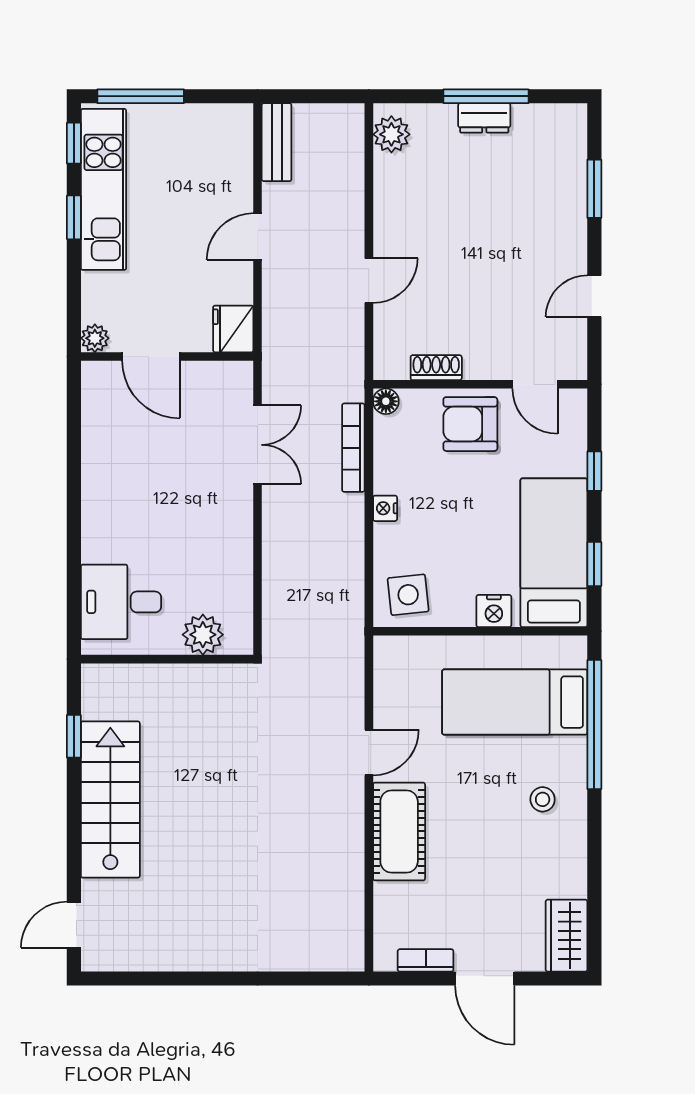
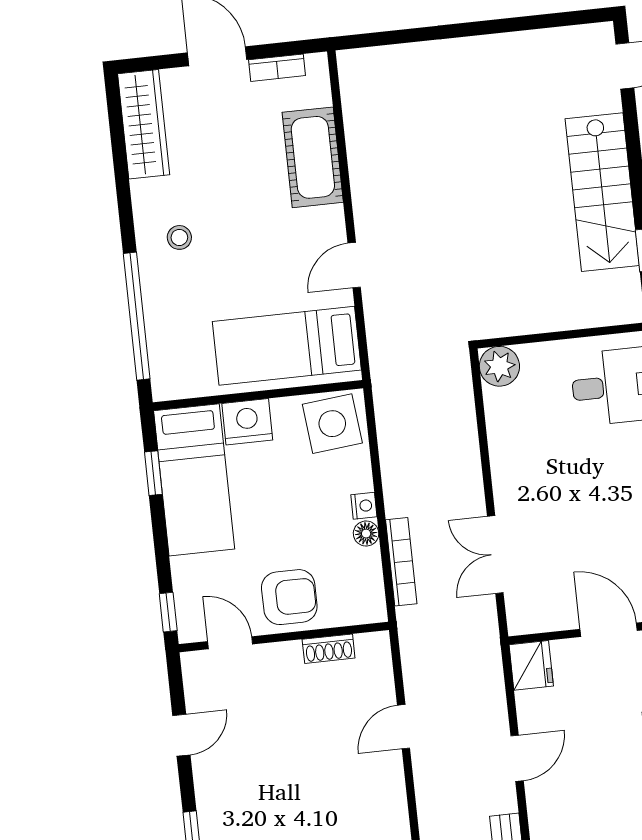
floor lamp: (386, 401) -> (366, 534), moved
window: (594, 471) -> (168, 612), moved
side table: (408, 595) -> (332, 424), width x1.37, depth x1.37
nightstand: (494, 611) -> (247, 422), width x1.36, depth x1.33
plant: (203, 635) -> (499, 366), moved
bed: (515, 702) -> (287, 346), moved, turned 180
cot: (399, 831) -> (313, 157), moved
wardrobe: (566, 936) -> (144, 124), width x1.50

